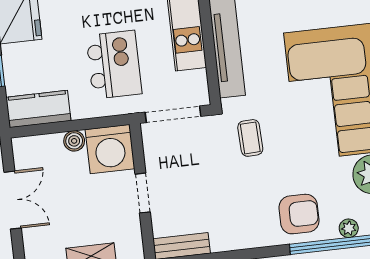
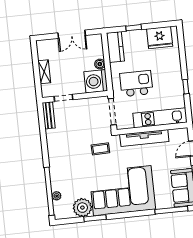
kitchen island: (114, 65) -> (136, 84), turned 180
doorway: (143, 193) -> (64, 98), moved
armchair: (299, 214) -> (64, 172), removed

